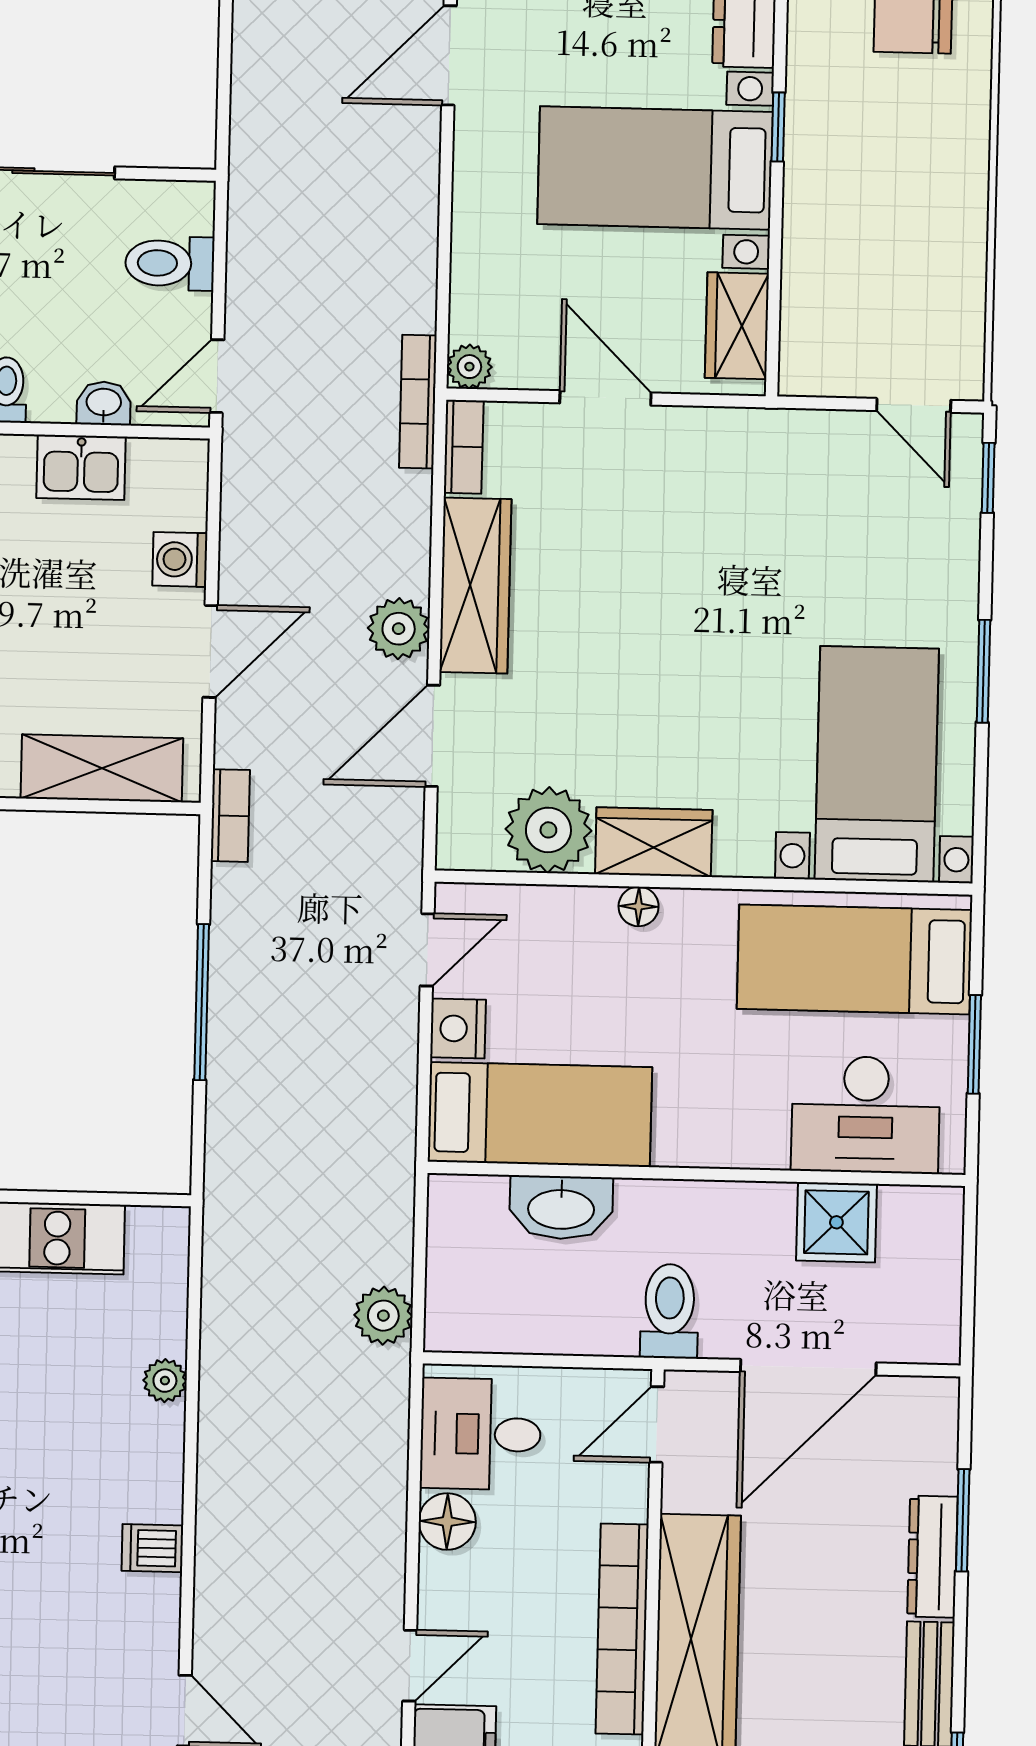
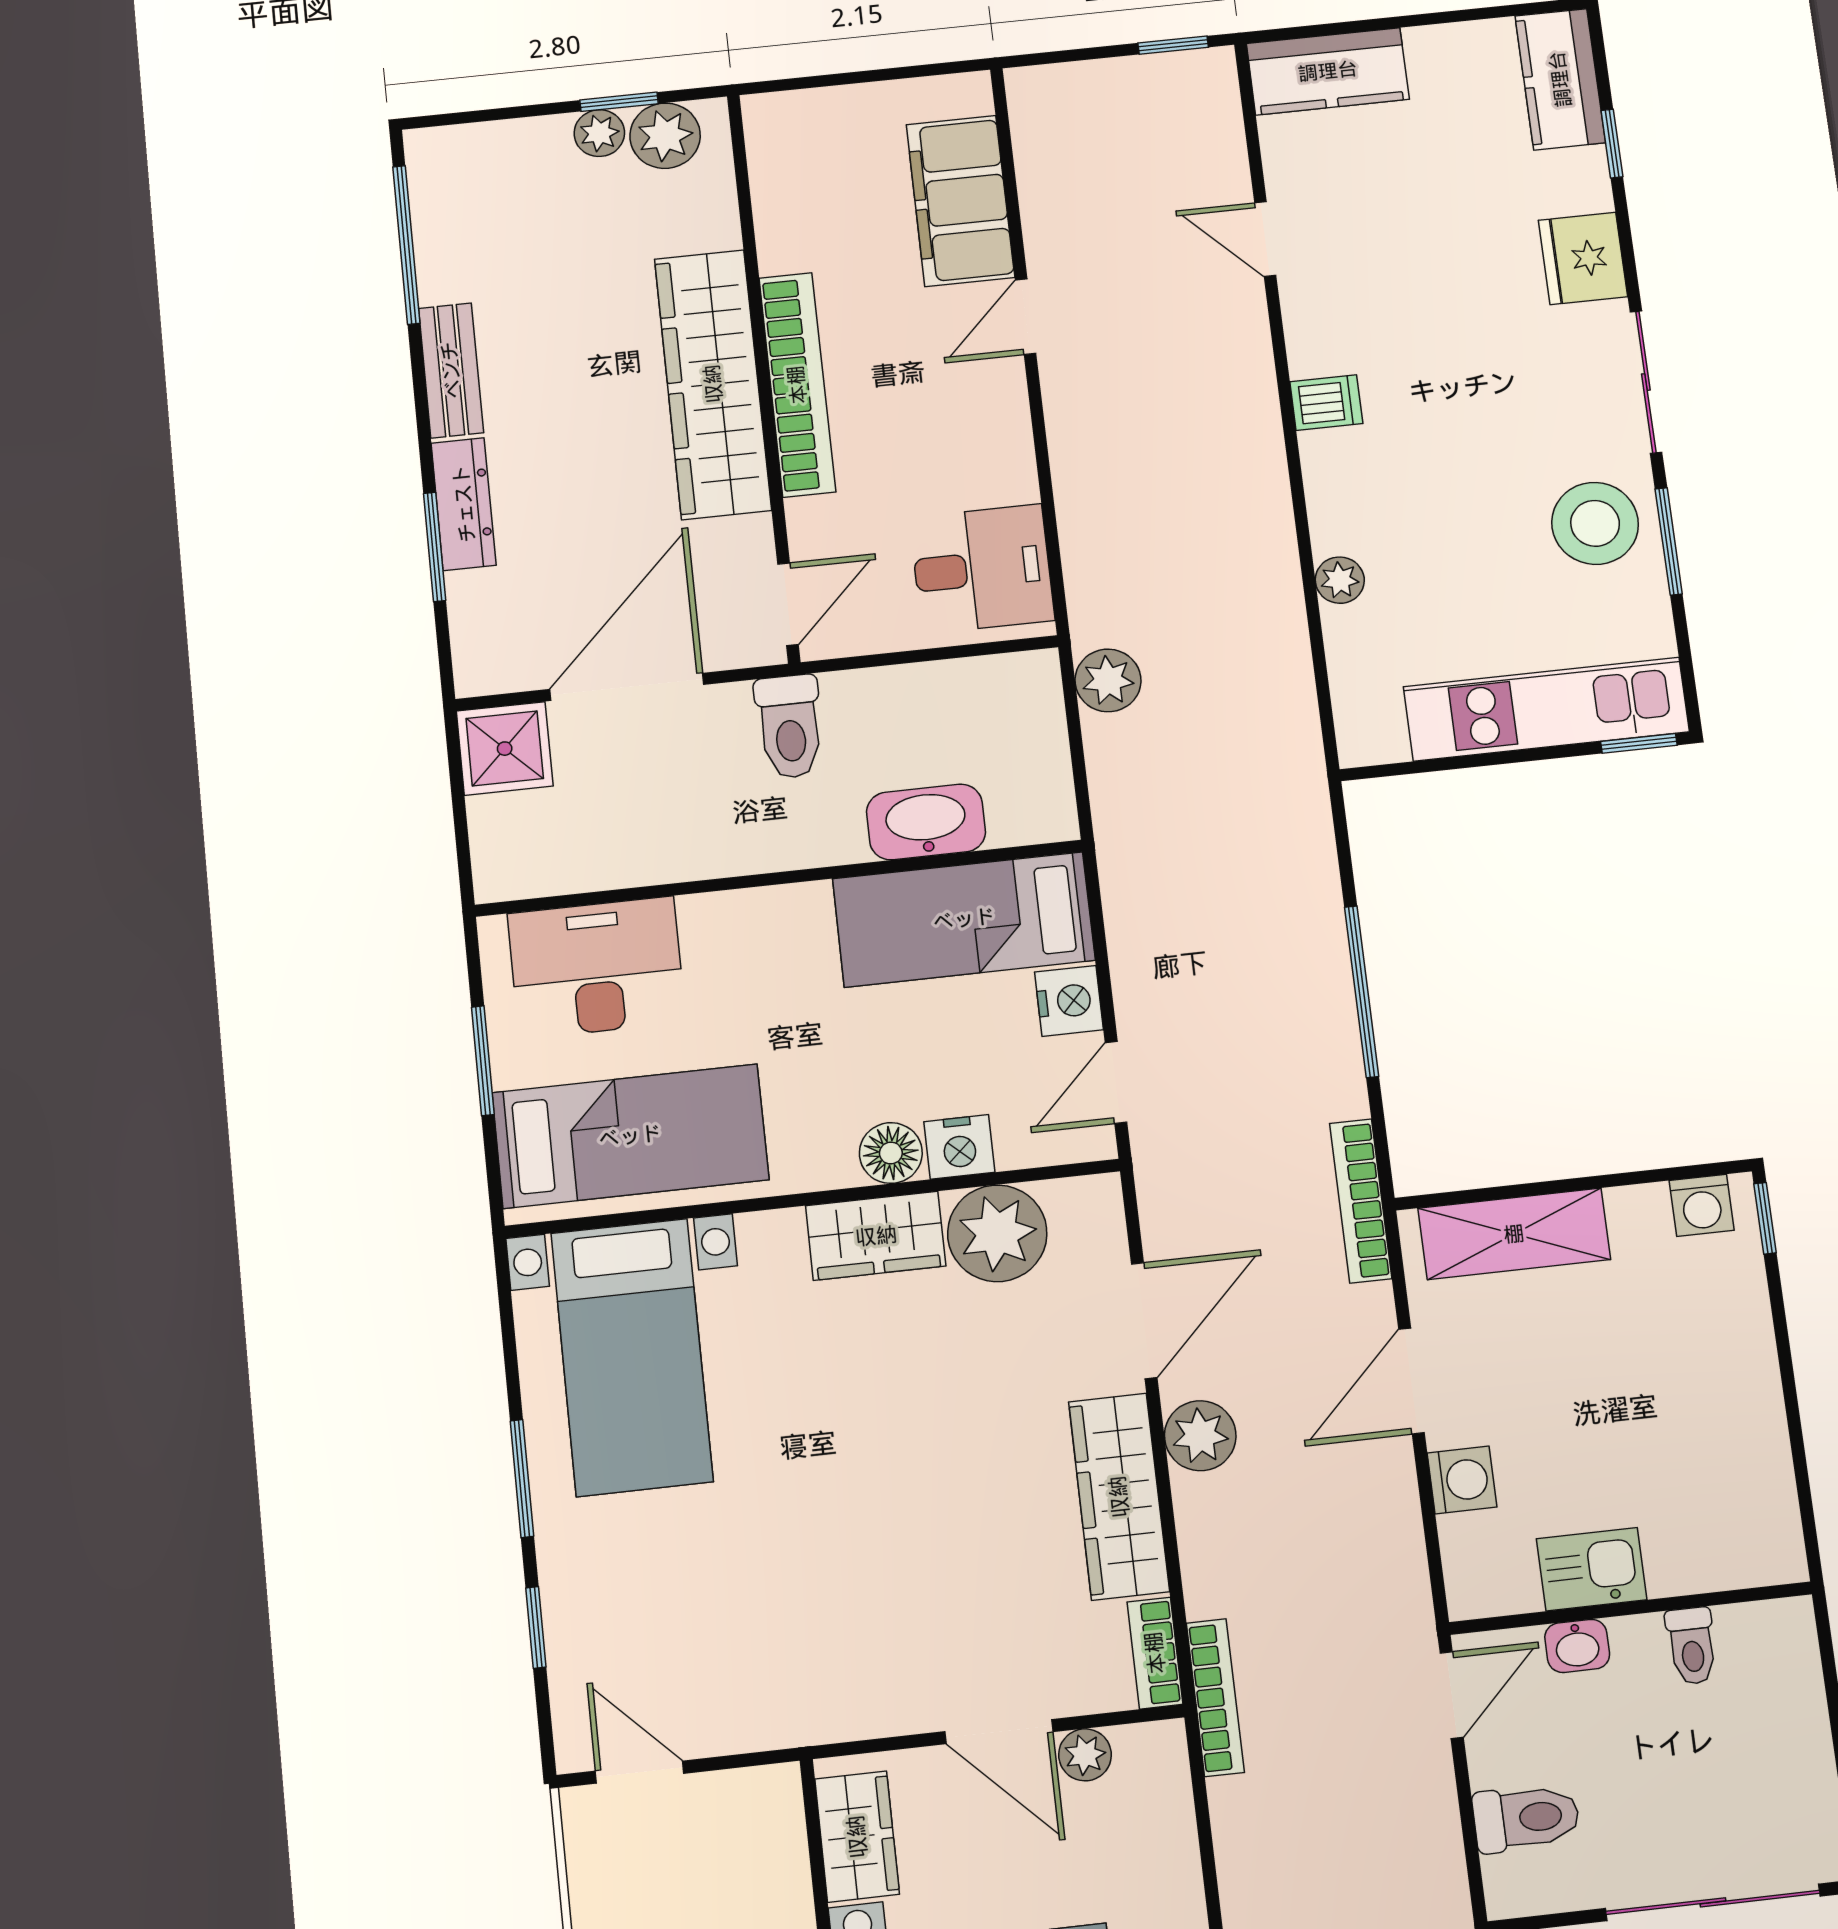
plant: (469, 367) -> (1085, 1755), moved
window: (988, 478) -> (536, 1627), moved
bookcase: (230, 816) -> (1361, 1201), width x1.56
floor lamp: (639, 906) -> (891, 1153), width x1.37, depth x1.37
nightstand: (571, 911) -> (959, 1147), added
shower: (836, 1222) -> (505, 749), moved
floor lamp: (447, 1522) -> (1006, 472), removed

